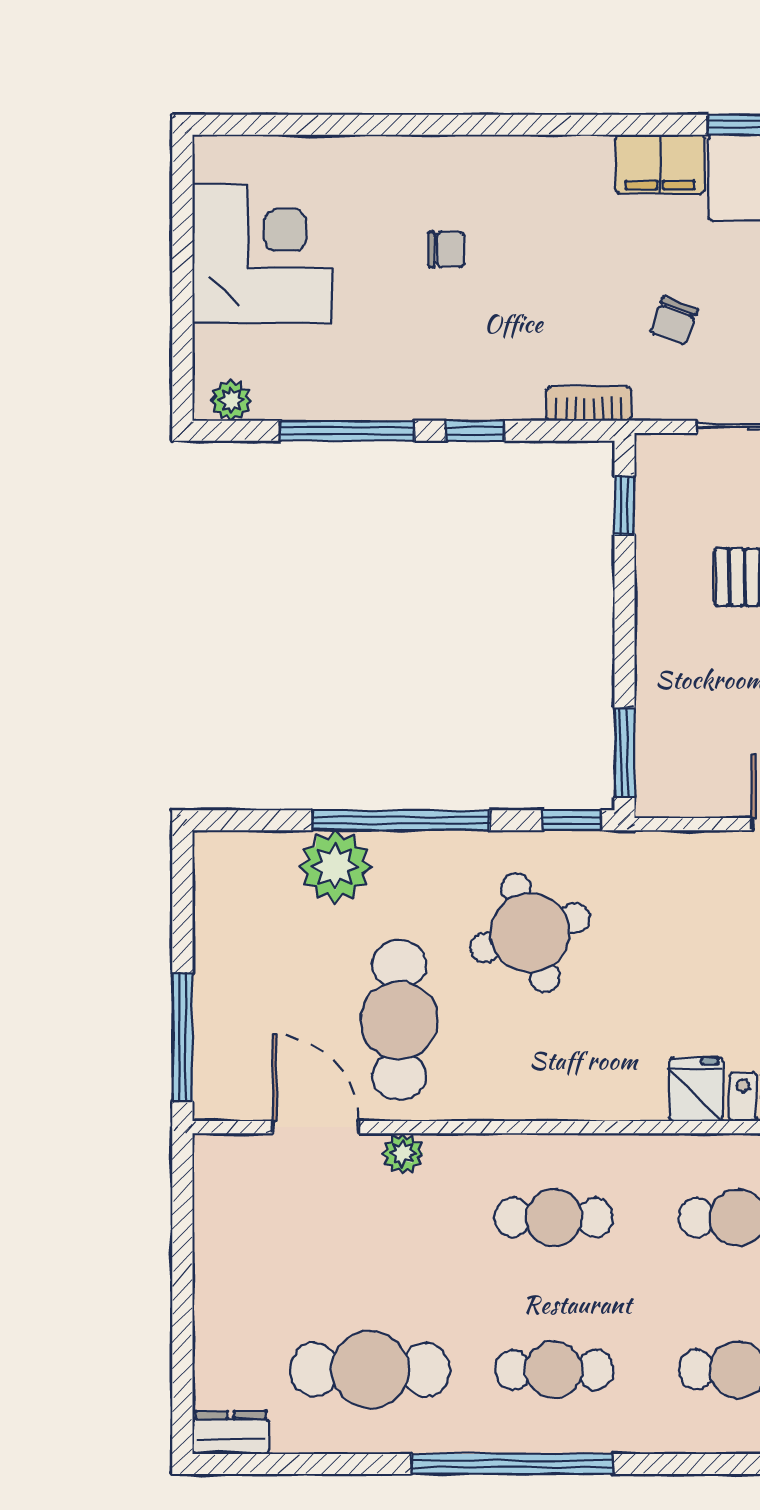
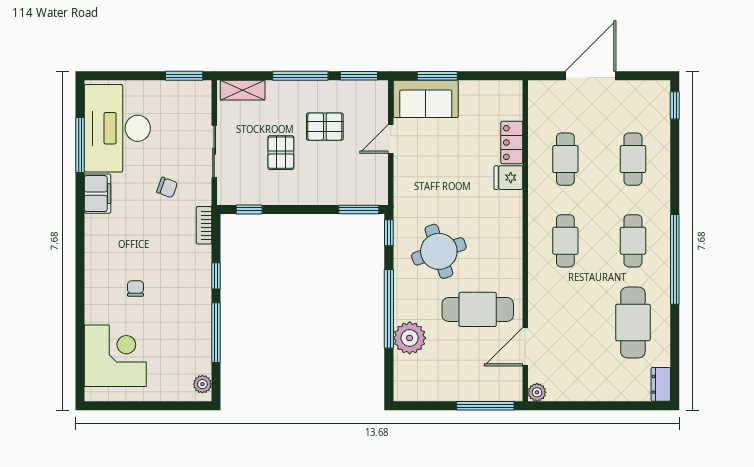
corner desk: (262, 254) -> (115, 356), moved, turned 90
plant: (403, 1154) -> (537, 392), moved

